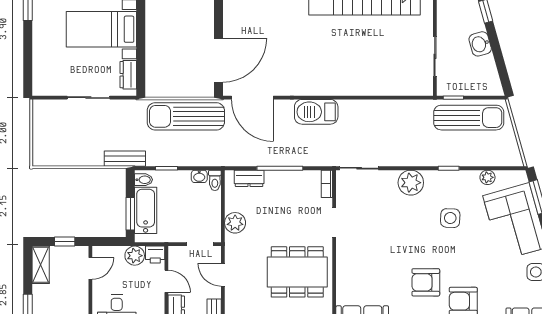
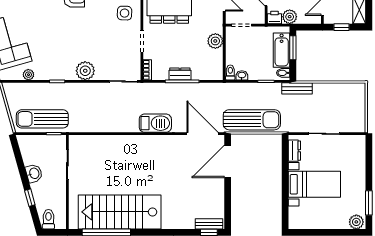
dresser: (249, 178) -> (180, 74), moved
side table: (450, 218) -> (125, 13), moved

